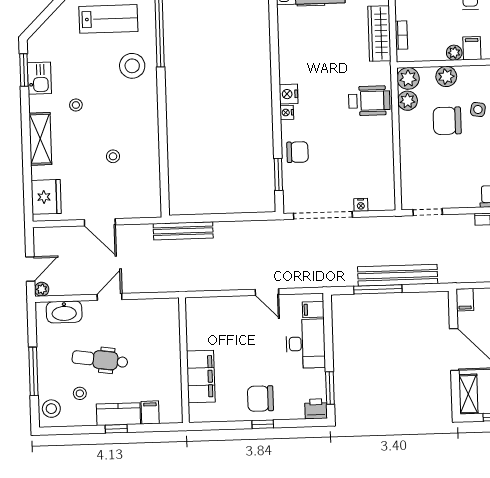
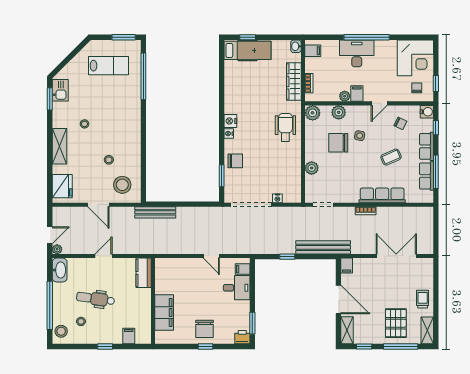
stool: (132, 66) -> (122, 185), moved
kitchen sink: (39, 78) -> (60, 90), moved
wheelchair: (369, 101) -> (285, 127), turned -90
plant: (408, 101) -> (312, 168), moved
bench: (398, 275) -> (323, 247), moved
window: (378, 289) -> (287, 257), width x0.46
washbasin: (64, 312) -> (60, 270), moved, turned -90
desk: (306, 344) -> (237, 288), width x0.73
window: (33, 371) -> (50, 305), width x1.46
chair: (260, 399) -> (205, 329), turned -90
kitchen counter: (118, 414) -> (144, 273), moved, turned -90

